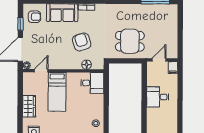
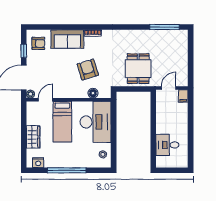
dining table: (130, 41) -> (138, 69), turned 90
desk: (92, 83) -> (96, 122), width x1.87, depth x1.30
desk: (158, 97) -> (167, 145), moved

